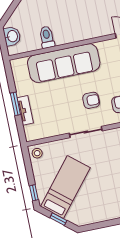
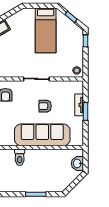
toilet: (47, 37) -> (20, 157), moved
armchair: (91, 100) -> (45, 106), moved
bed: (65, 187) -> (46, 30), moved, turned -40

